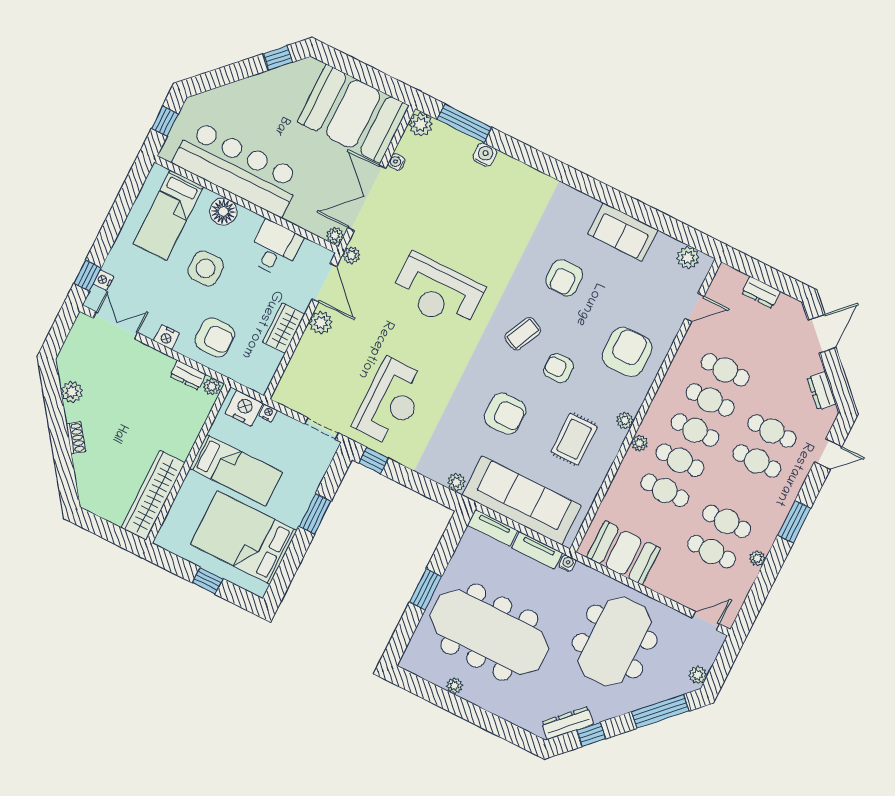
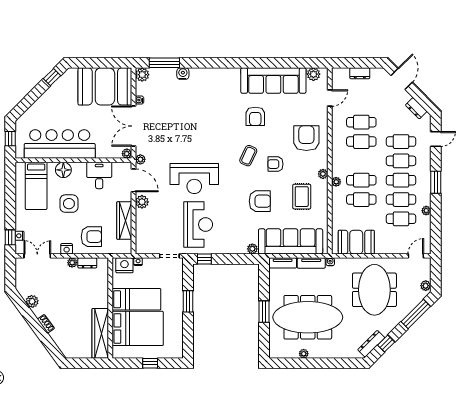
sofa: (623, 232) -> (273, 81), width x1.85, depth x1.27
reception desk: (437, 292) -> (194, 179), moved
wardrobe: (284, 328) -> (124, 220), width x1.50
plant: (212, 387) -> (72, 263), moved
cafe table: (695, 430) -> (401, 180), moved
bed: (244, 537) -> (138, 328), moved, turned 180

